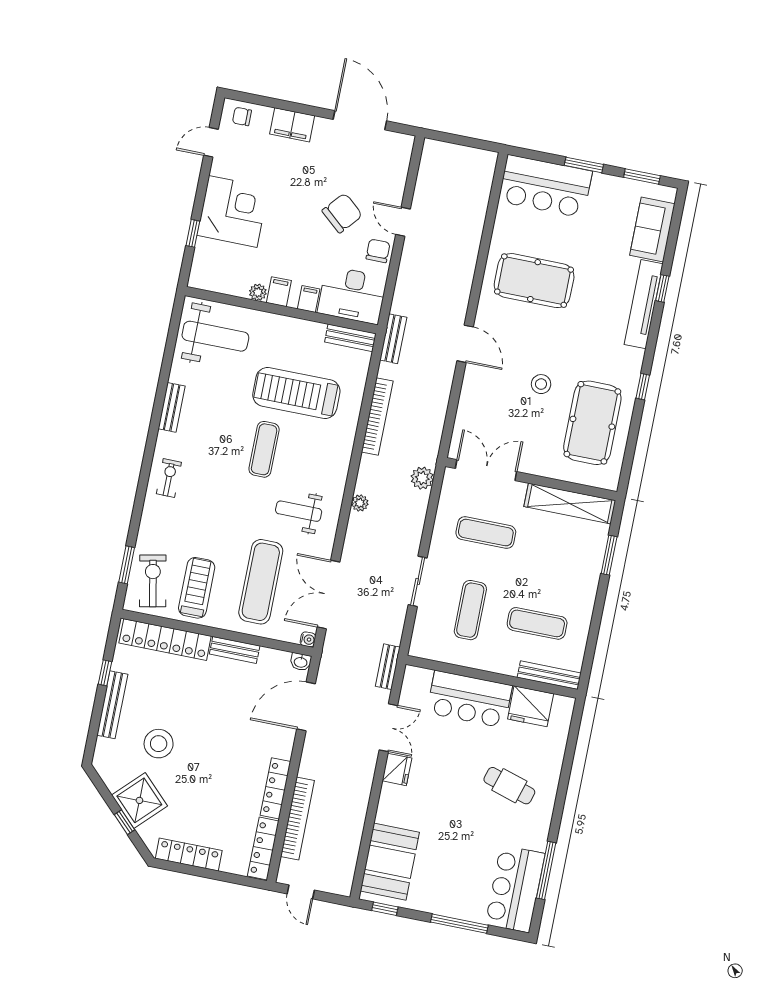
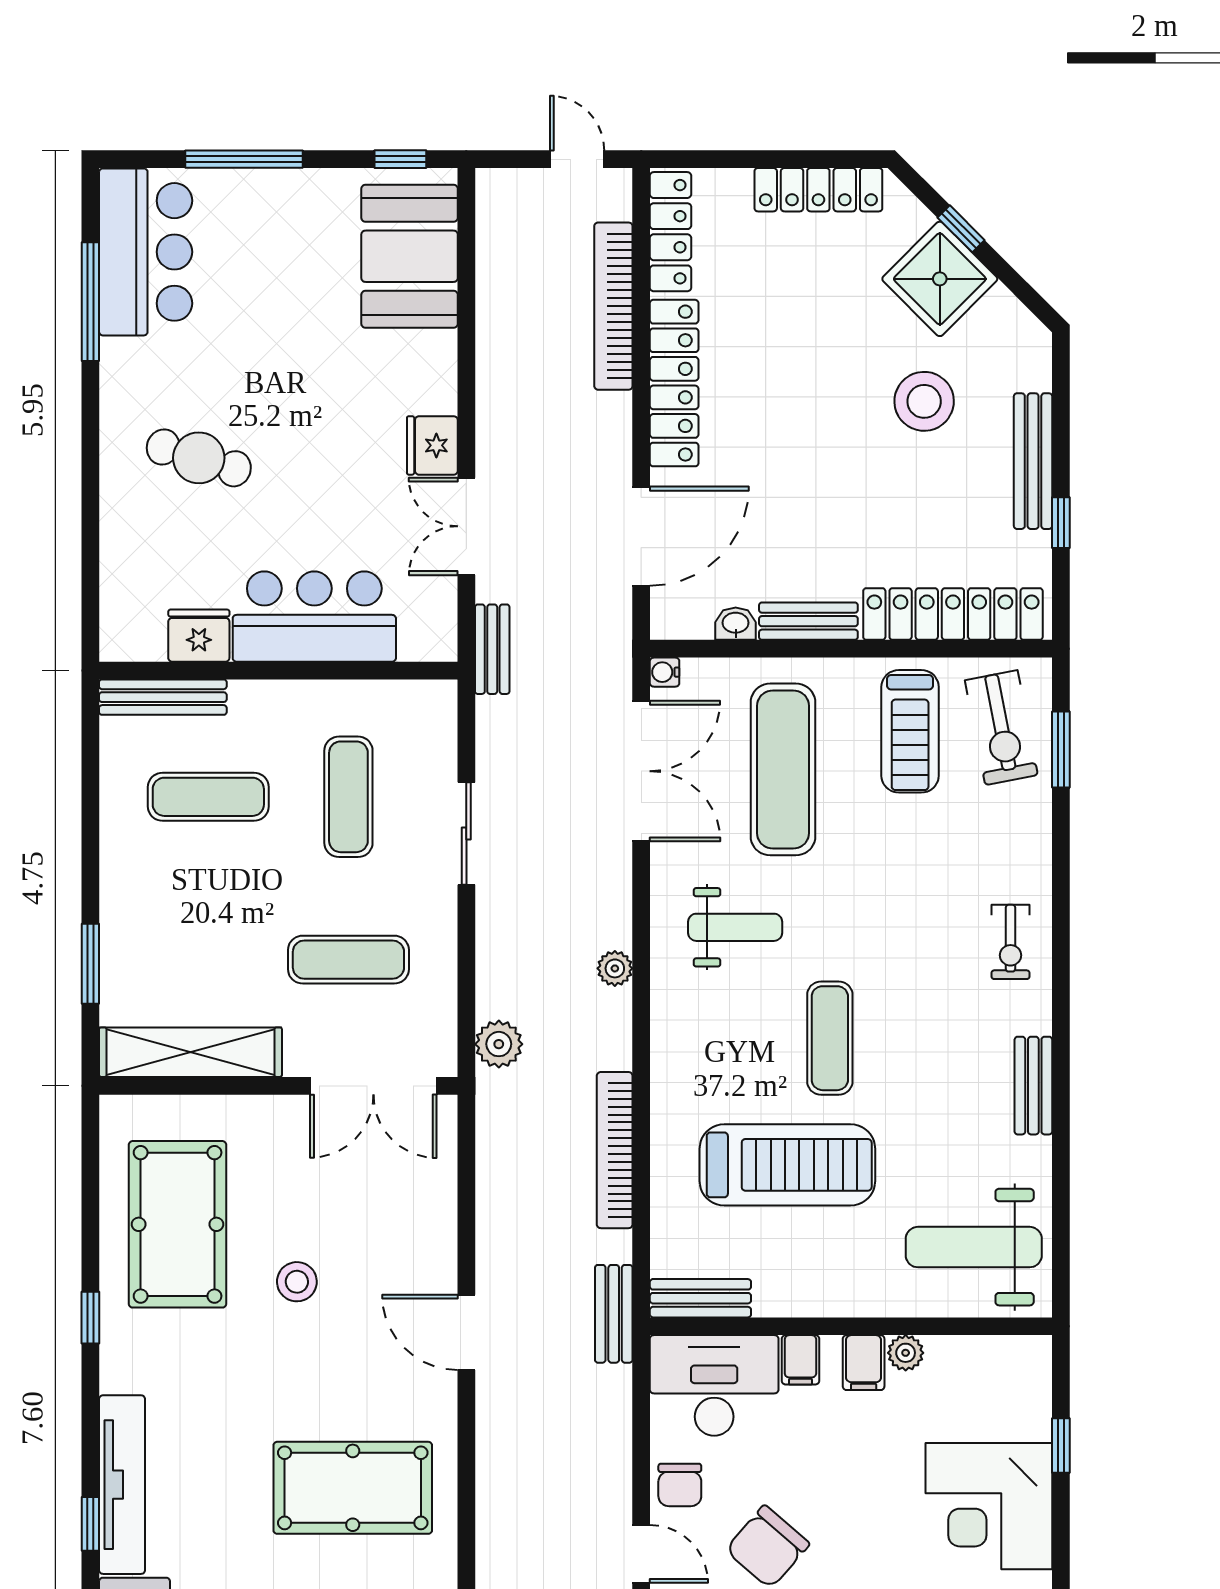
washbasin: (301, 662) -> (736, 624), moved
fridge: (531, 706) -> (199, 636), width x0.73, depth x0.75
locker: (275, 788) -> (674, 383), width x1.41, depth x1.21

